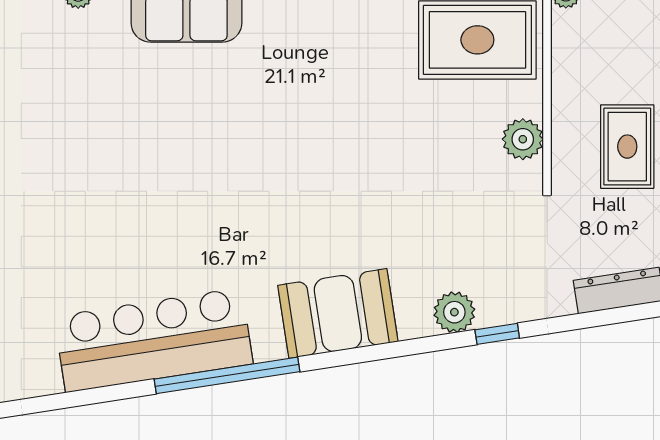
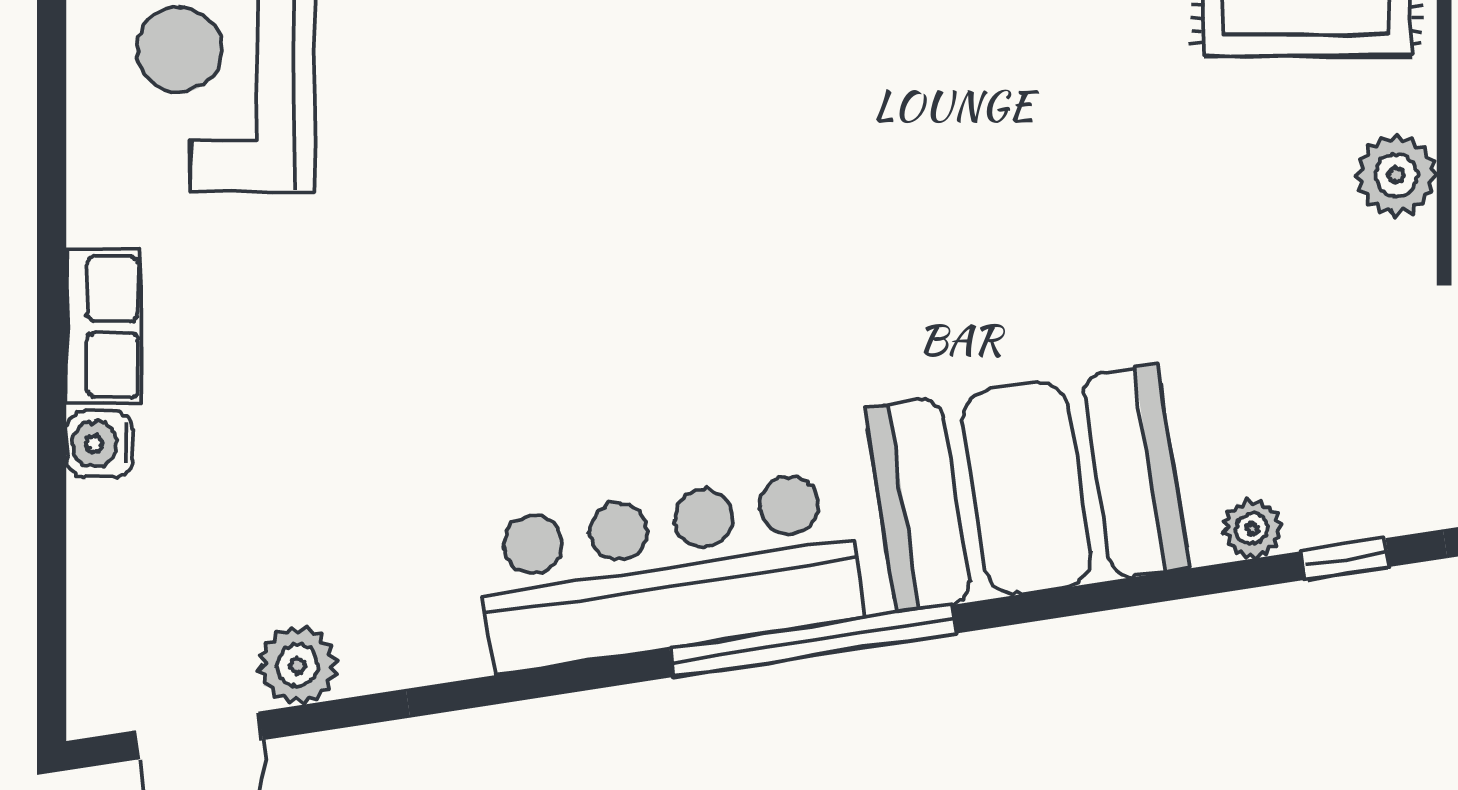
plant: (454, 312) -> (1252, 529), width x0.73, depth x0.73
booth: (338, 313) -> (1027, 488), width x1.36, depth x1.42

